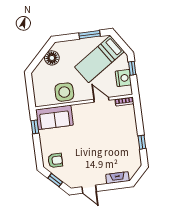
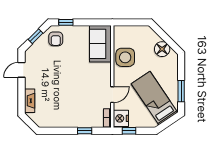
window: (132, 68) -> (129, 131), moved
nightstand: (123, 78) -> (121, 118), moved, turned 90
window: (35, 127) -> (66, 22), moved
window: (142, 142) -> (85, 131), moved

